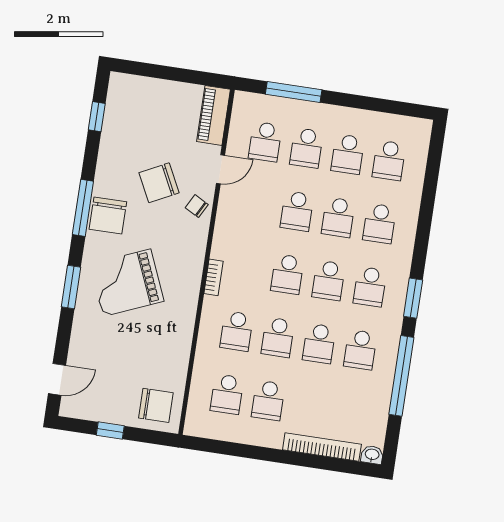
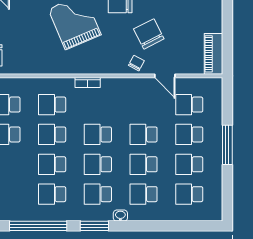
window: (294, 92) -> (227, 145), moved
piano: (214, 115) -> (214, 54), moved, turned -90
washbasin: (404, 260) -> (120, 216), added

